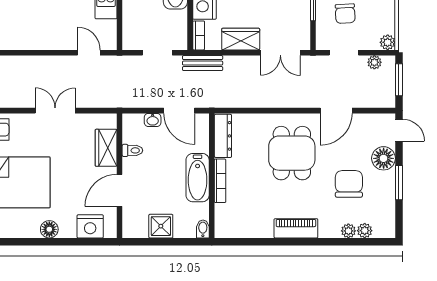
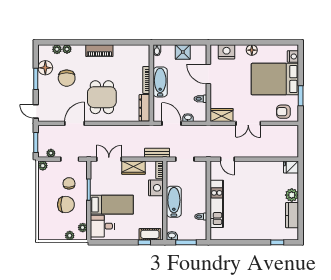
wardrobe: (106, 148) -> (222, 115), moved, turned -90
floor lamp: (384, 158) -> (45, 68), moved
door: (120, 190) -> (208, 74), swing flipped

